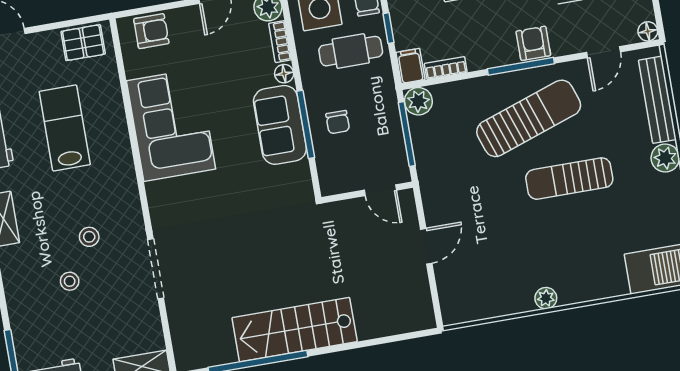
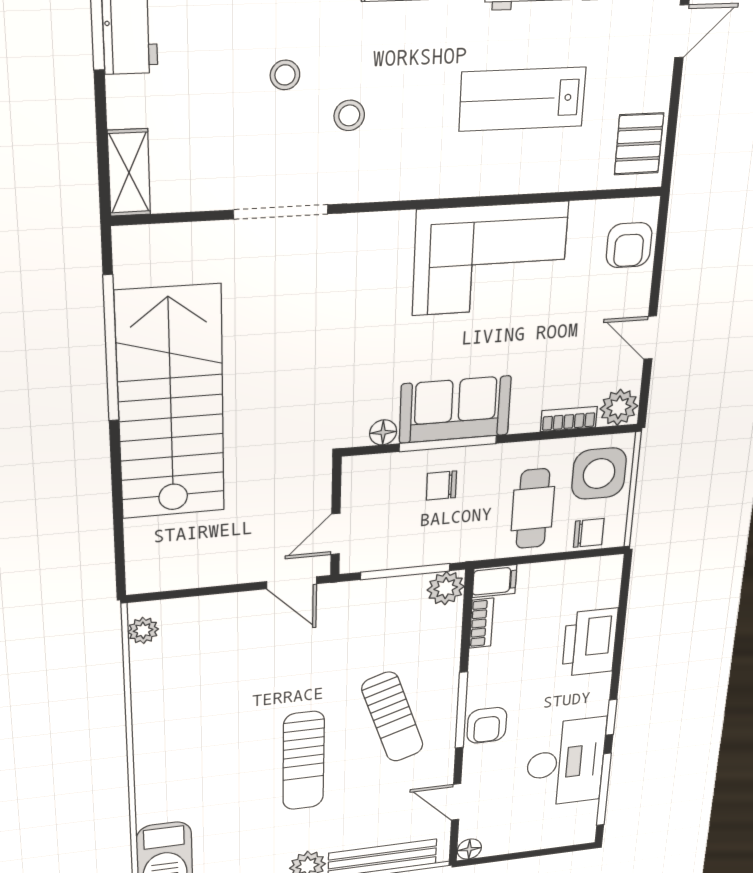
window: (388, 28) -> (551, 557), removed
armchair: (533, 43) -> (487, 725), turned 90
floor lamp: (284, 74) -> (383, 432), moved
sun lounger: (529, 118) -> (393, 717), width x0.73, depth x0.75
lab bench: (65, 128) -> (522, 99), turned 180
sun lounger: (569, 179) -> (304, 761), turned 180
door: (426, 246) -> (292, 583), moved
plant: (546, 298) -> (143, 630), moved
stairs: (295, 330) -> (171, 404), width x1.36, depth x1.51

